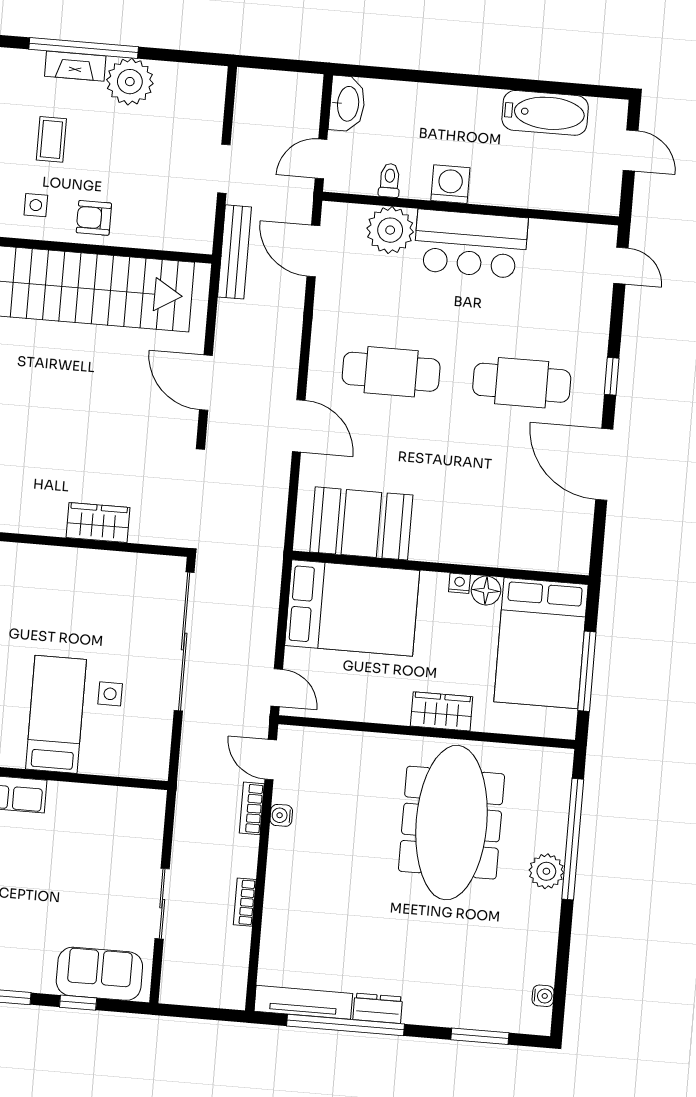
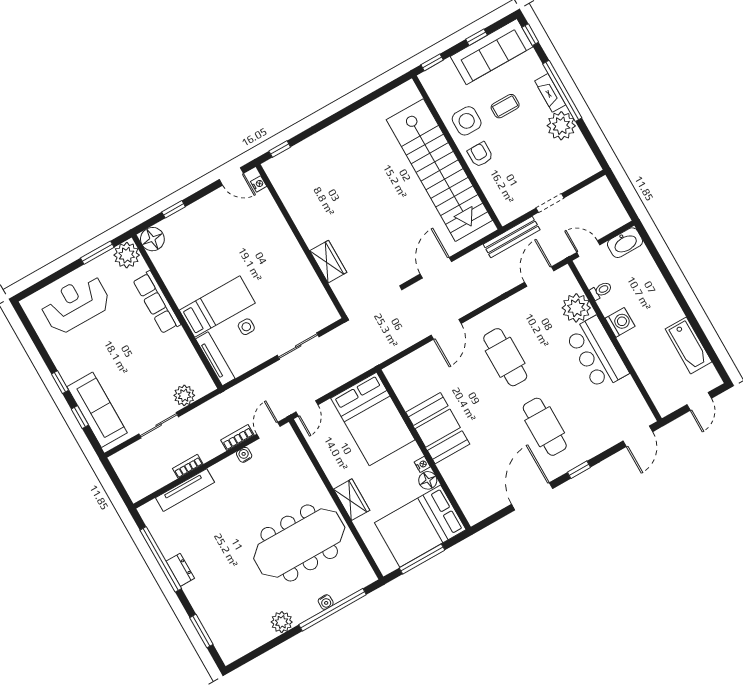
side table: (36, 205) -> (467, 121), width x1.87, depth x1.87
door: (621, 266) -> (638, 436), width x1.38
booth: (361, 523) -> (438, 428), moved
sliding door: (184, 641) -> (298, 346), width x0.54
tv unit: (125, 765) -> (215, 359), added
plant: (146, 841) -> (184, 395), added
plant: (546, 871) -> (282, 622), moved
sofa: (99, 974) -> (97, 410), width x1.36
water cooler: (543, 996) -> (326, 602), moved
tv unit: (303, 1002) -> (185, 490), moved, turned 90

